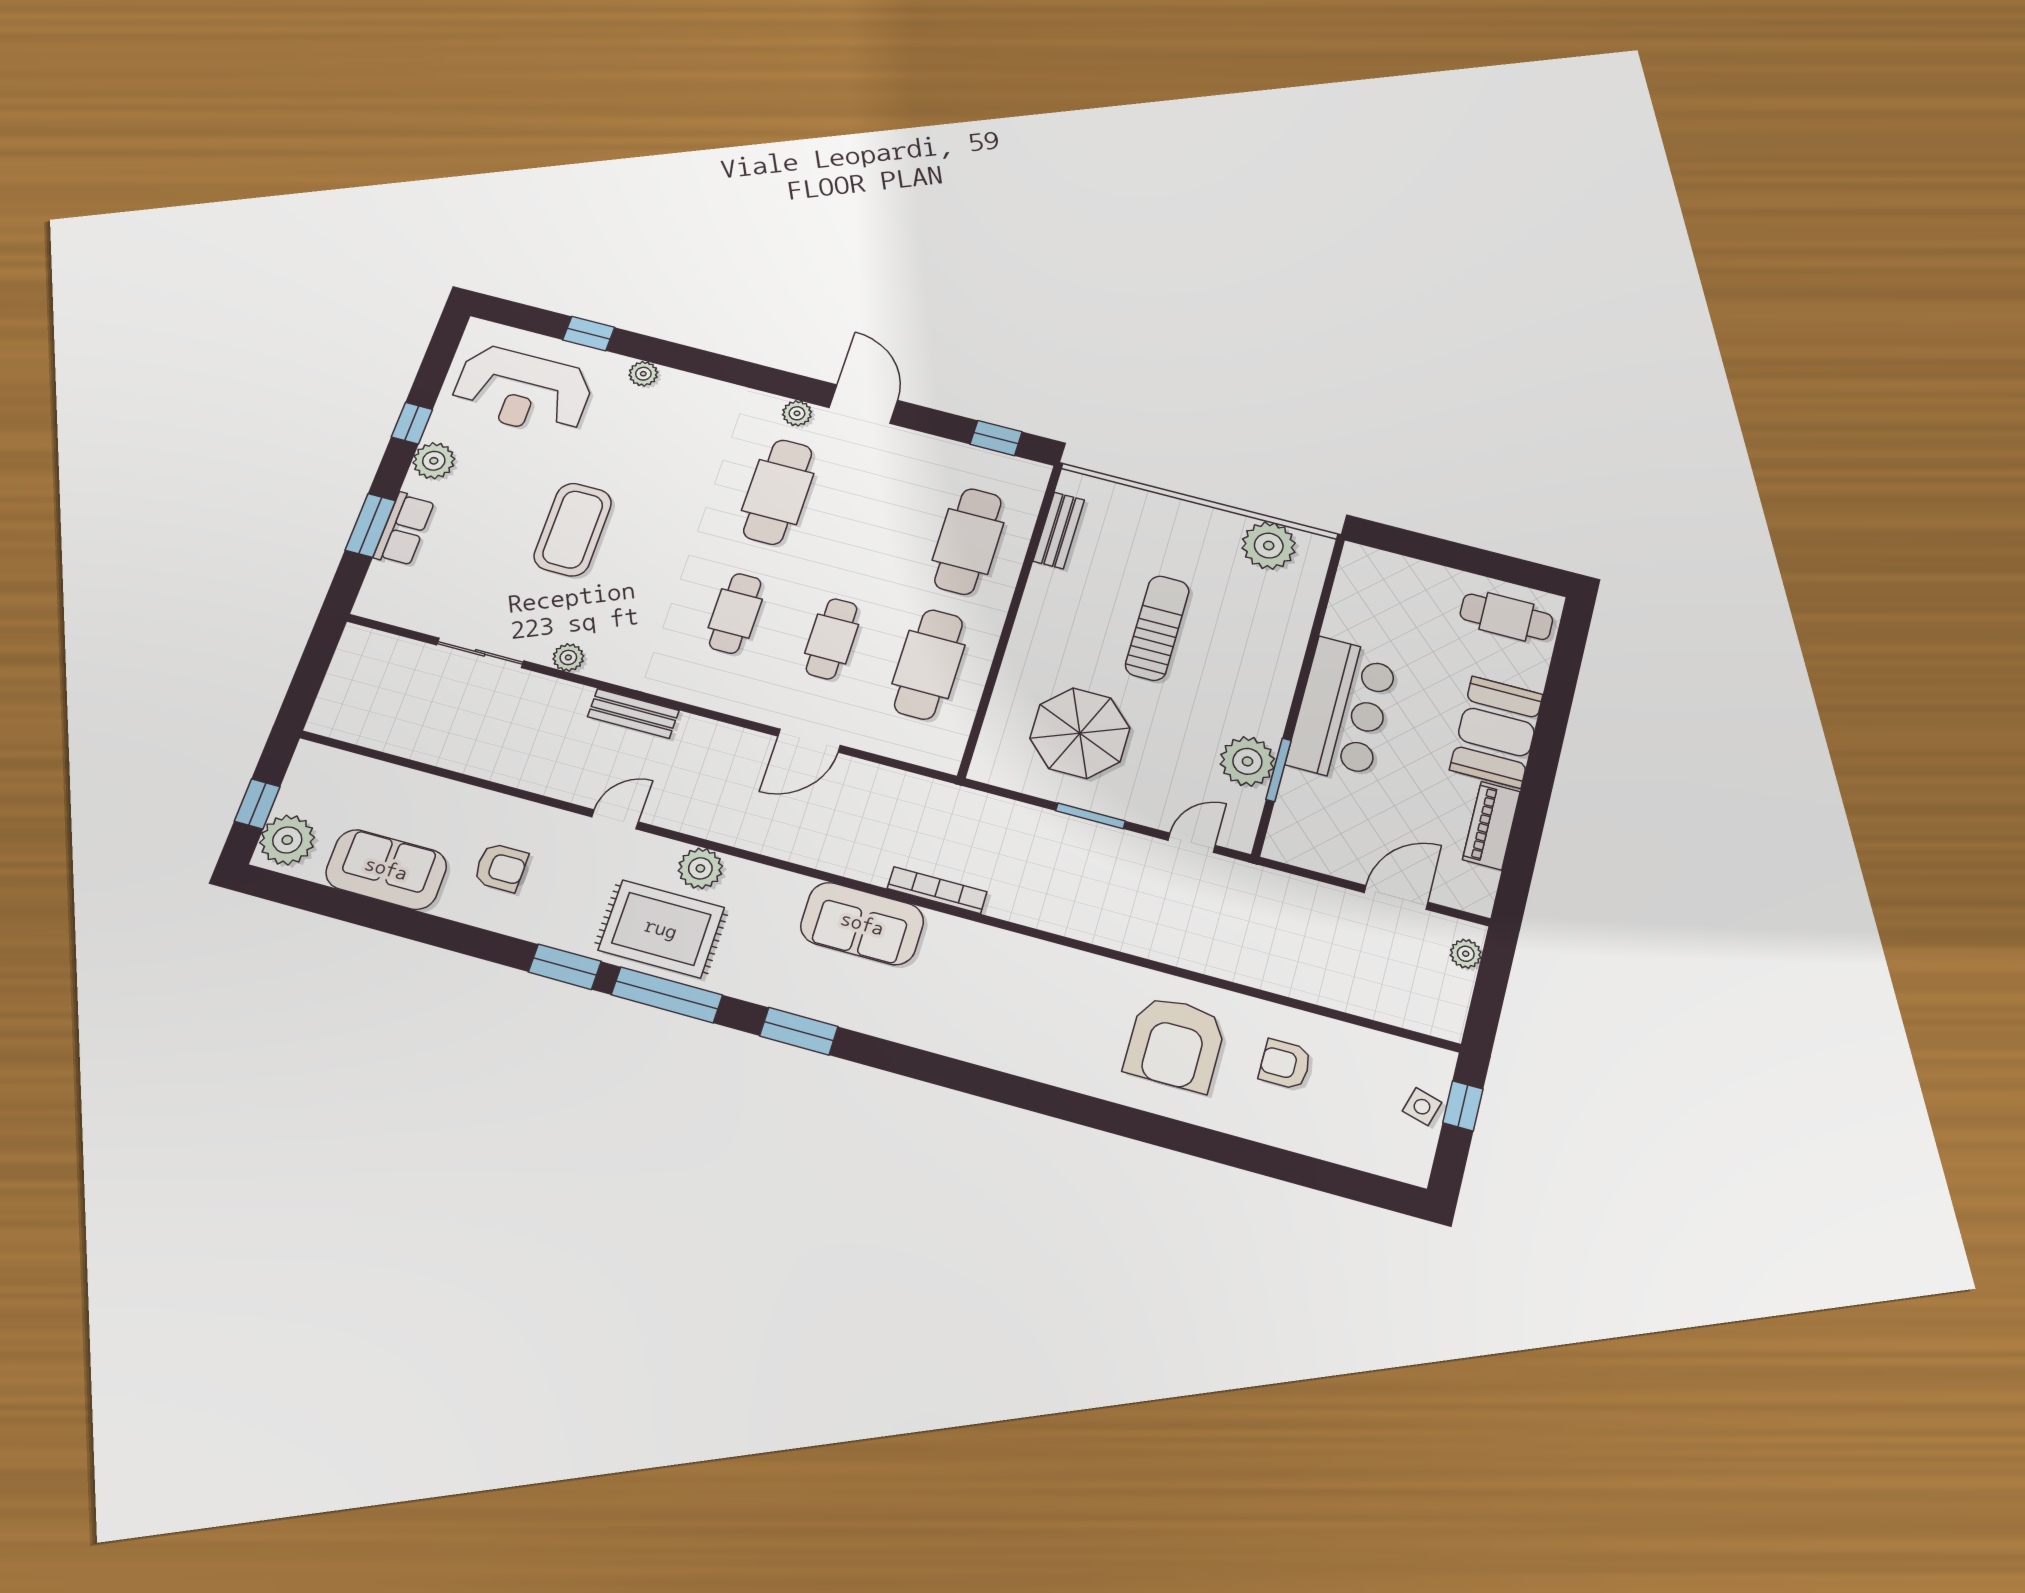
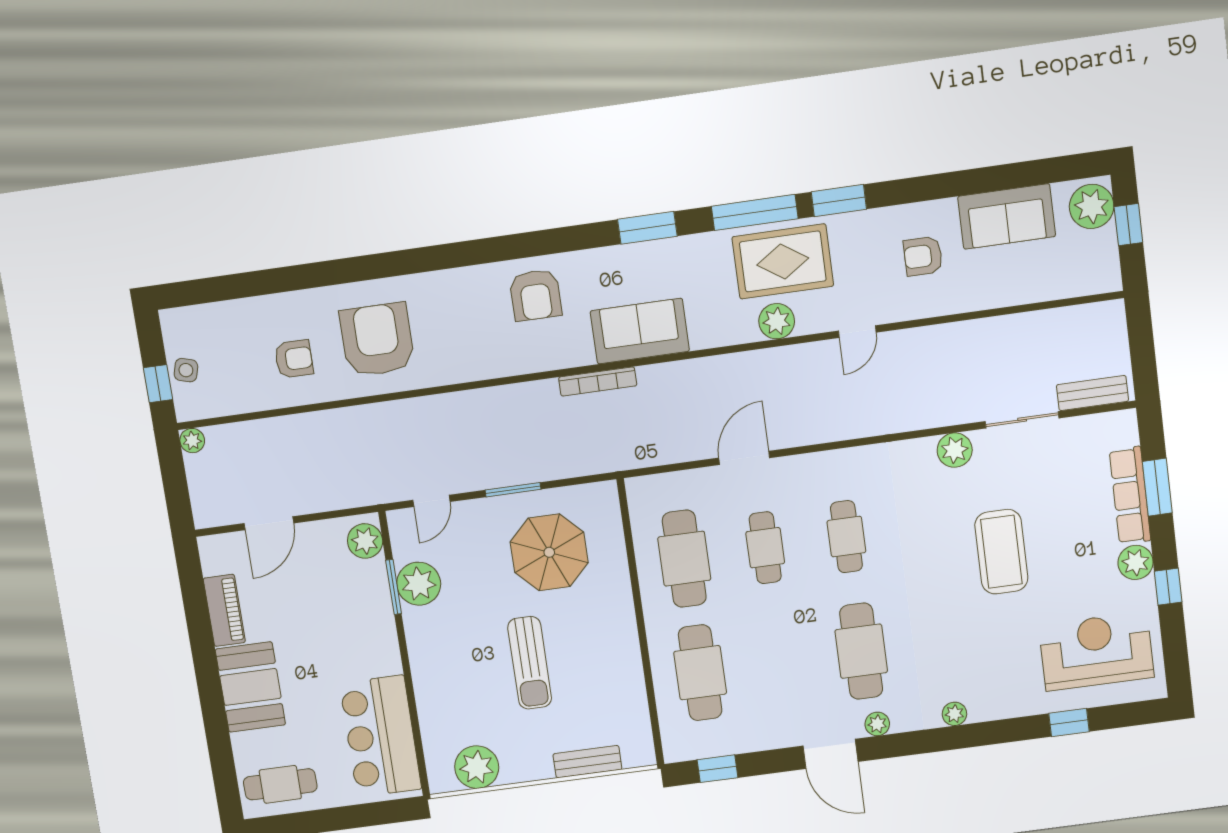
plant: (643, 374) -> (954, 714), moved
row of seats: (404, 529) -> (1130, 495), width x1.48
bench: (1059, 531) -> (587, 762), moved, turned 90
plant: (568, 657) -> (955, 450), width x1.38, depth x1.38
bar counter: (1342, 710) -> (380, 736), moved
bench: (633, 714) -> (1092, 393), moved
plant: (1290, 832) -> (365, 541), added
plant: (1466, 954) -> (192, 441), moved
armchair: (965, 1013) -> (535, 295), added

